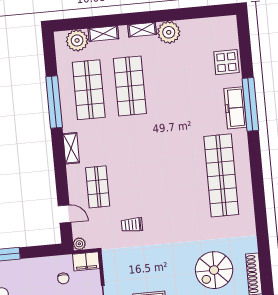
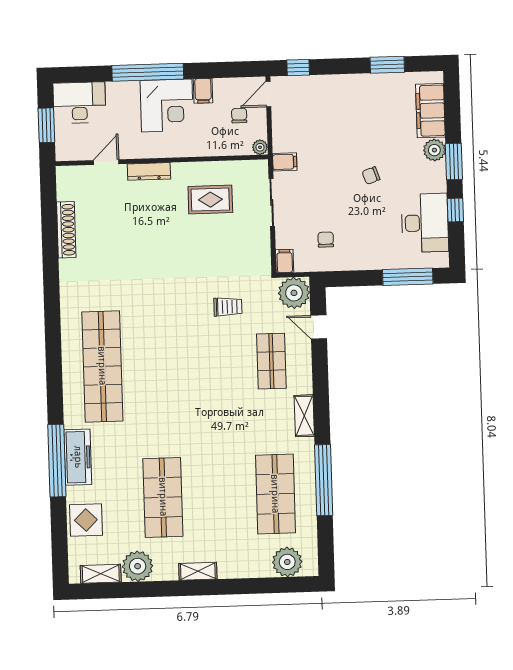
plant: (169, 32) -> (138, 566), moved
shelving: (103, 34) -> (101, 574), moved
shop shelf: (130, 86) -> (163, 497), moved
plant: (79, 244) -> (294, 293), width x1.87, depth x1.87
filing cabinet: (86, 261) -> (285, 261), width x0.50
spiral stairs: (214, 270) -> (120, 238), removed

